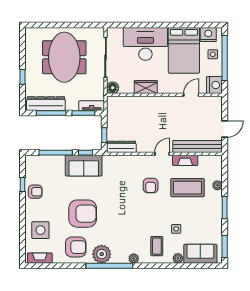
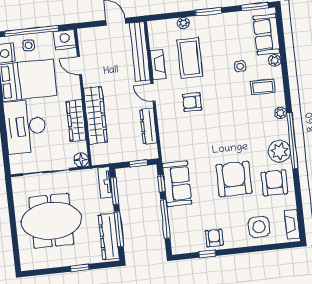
wardrobe: (146, 87) -> (76, 121), width x1.50
wardrobe: (149, 104) -> (96, 115), added
dresser: (121, 147) -> (148, 126), moved
armchair: (151, 186) -> (192, 102), turned 180

